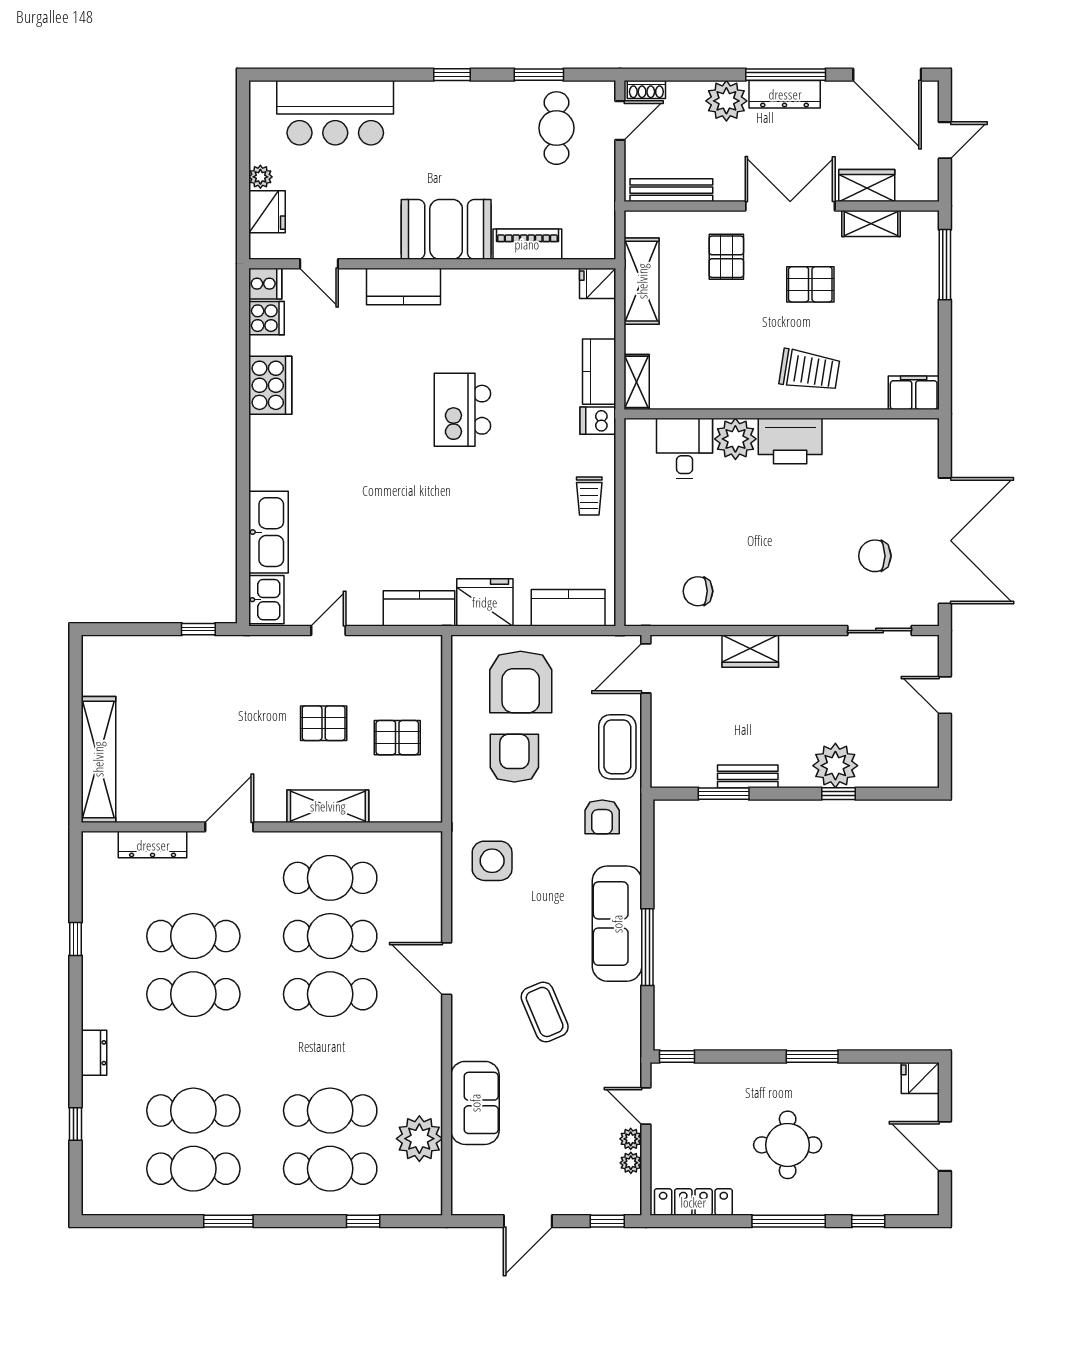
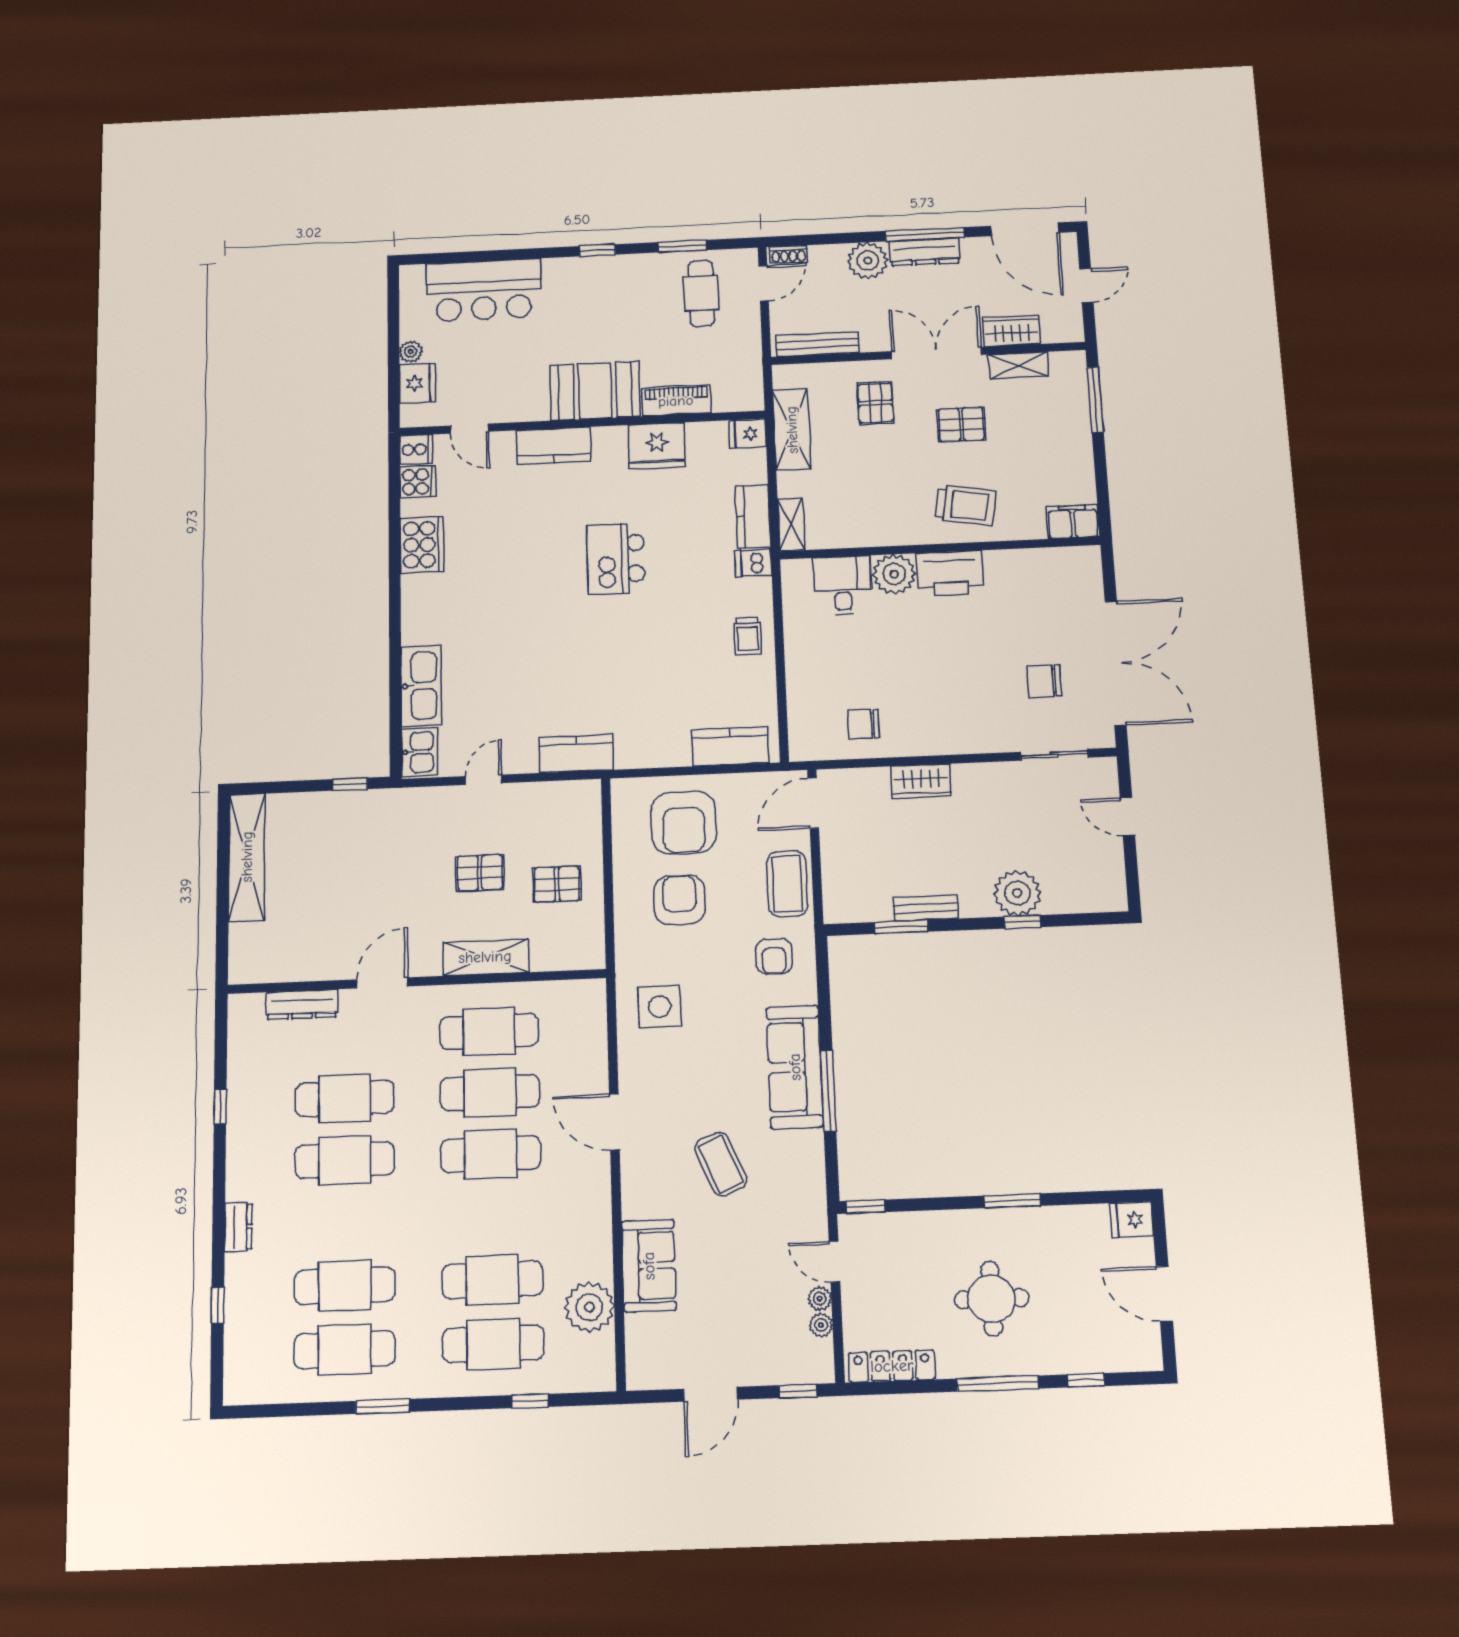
fridge: (485, 602) -> (657, 446), moved, turned 180
shelving: (98, 759) -> (247, 857), moved

